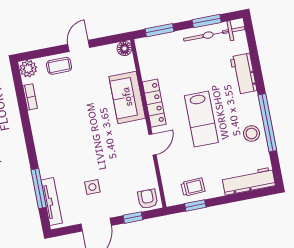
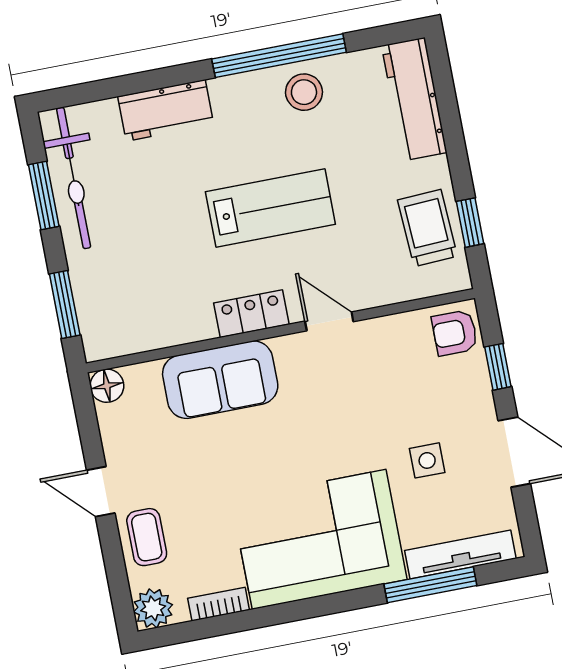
locker: (154, 103) -> (251, 314), width x0.66
corner sofa: (58, 140) -> (319, 539), added
trolley: (193, 187) -> (427, 228), width x1.36, depth x1.39

